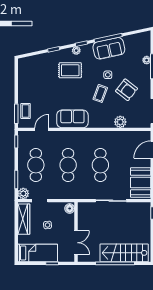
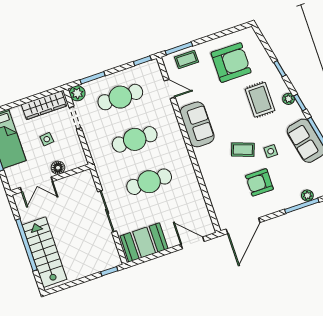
armchair: (38, 81) -> (231, 63), added
armchair: (127, 90) -> (259, 182), turned 52
plant: (120, 122) -> (215, 189), removed
floor lamp: (70, 208) -> (58, 168), moved

